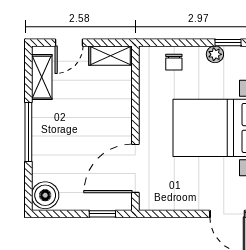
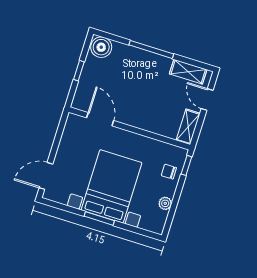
window: (228, 43) -> (186, 165), moved
door: (135, 168) -> (100, 119), width x0.73
window: (102, 214) -> (79, 71), moved

